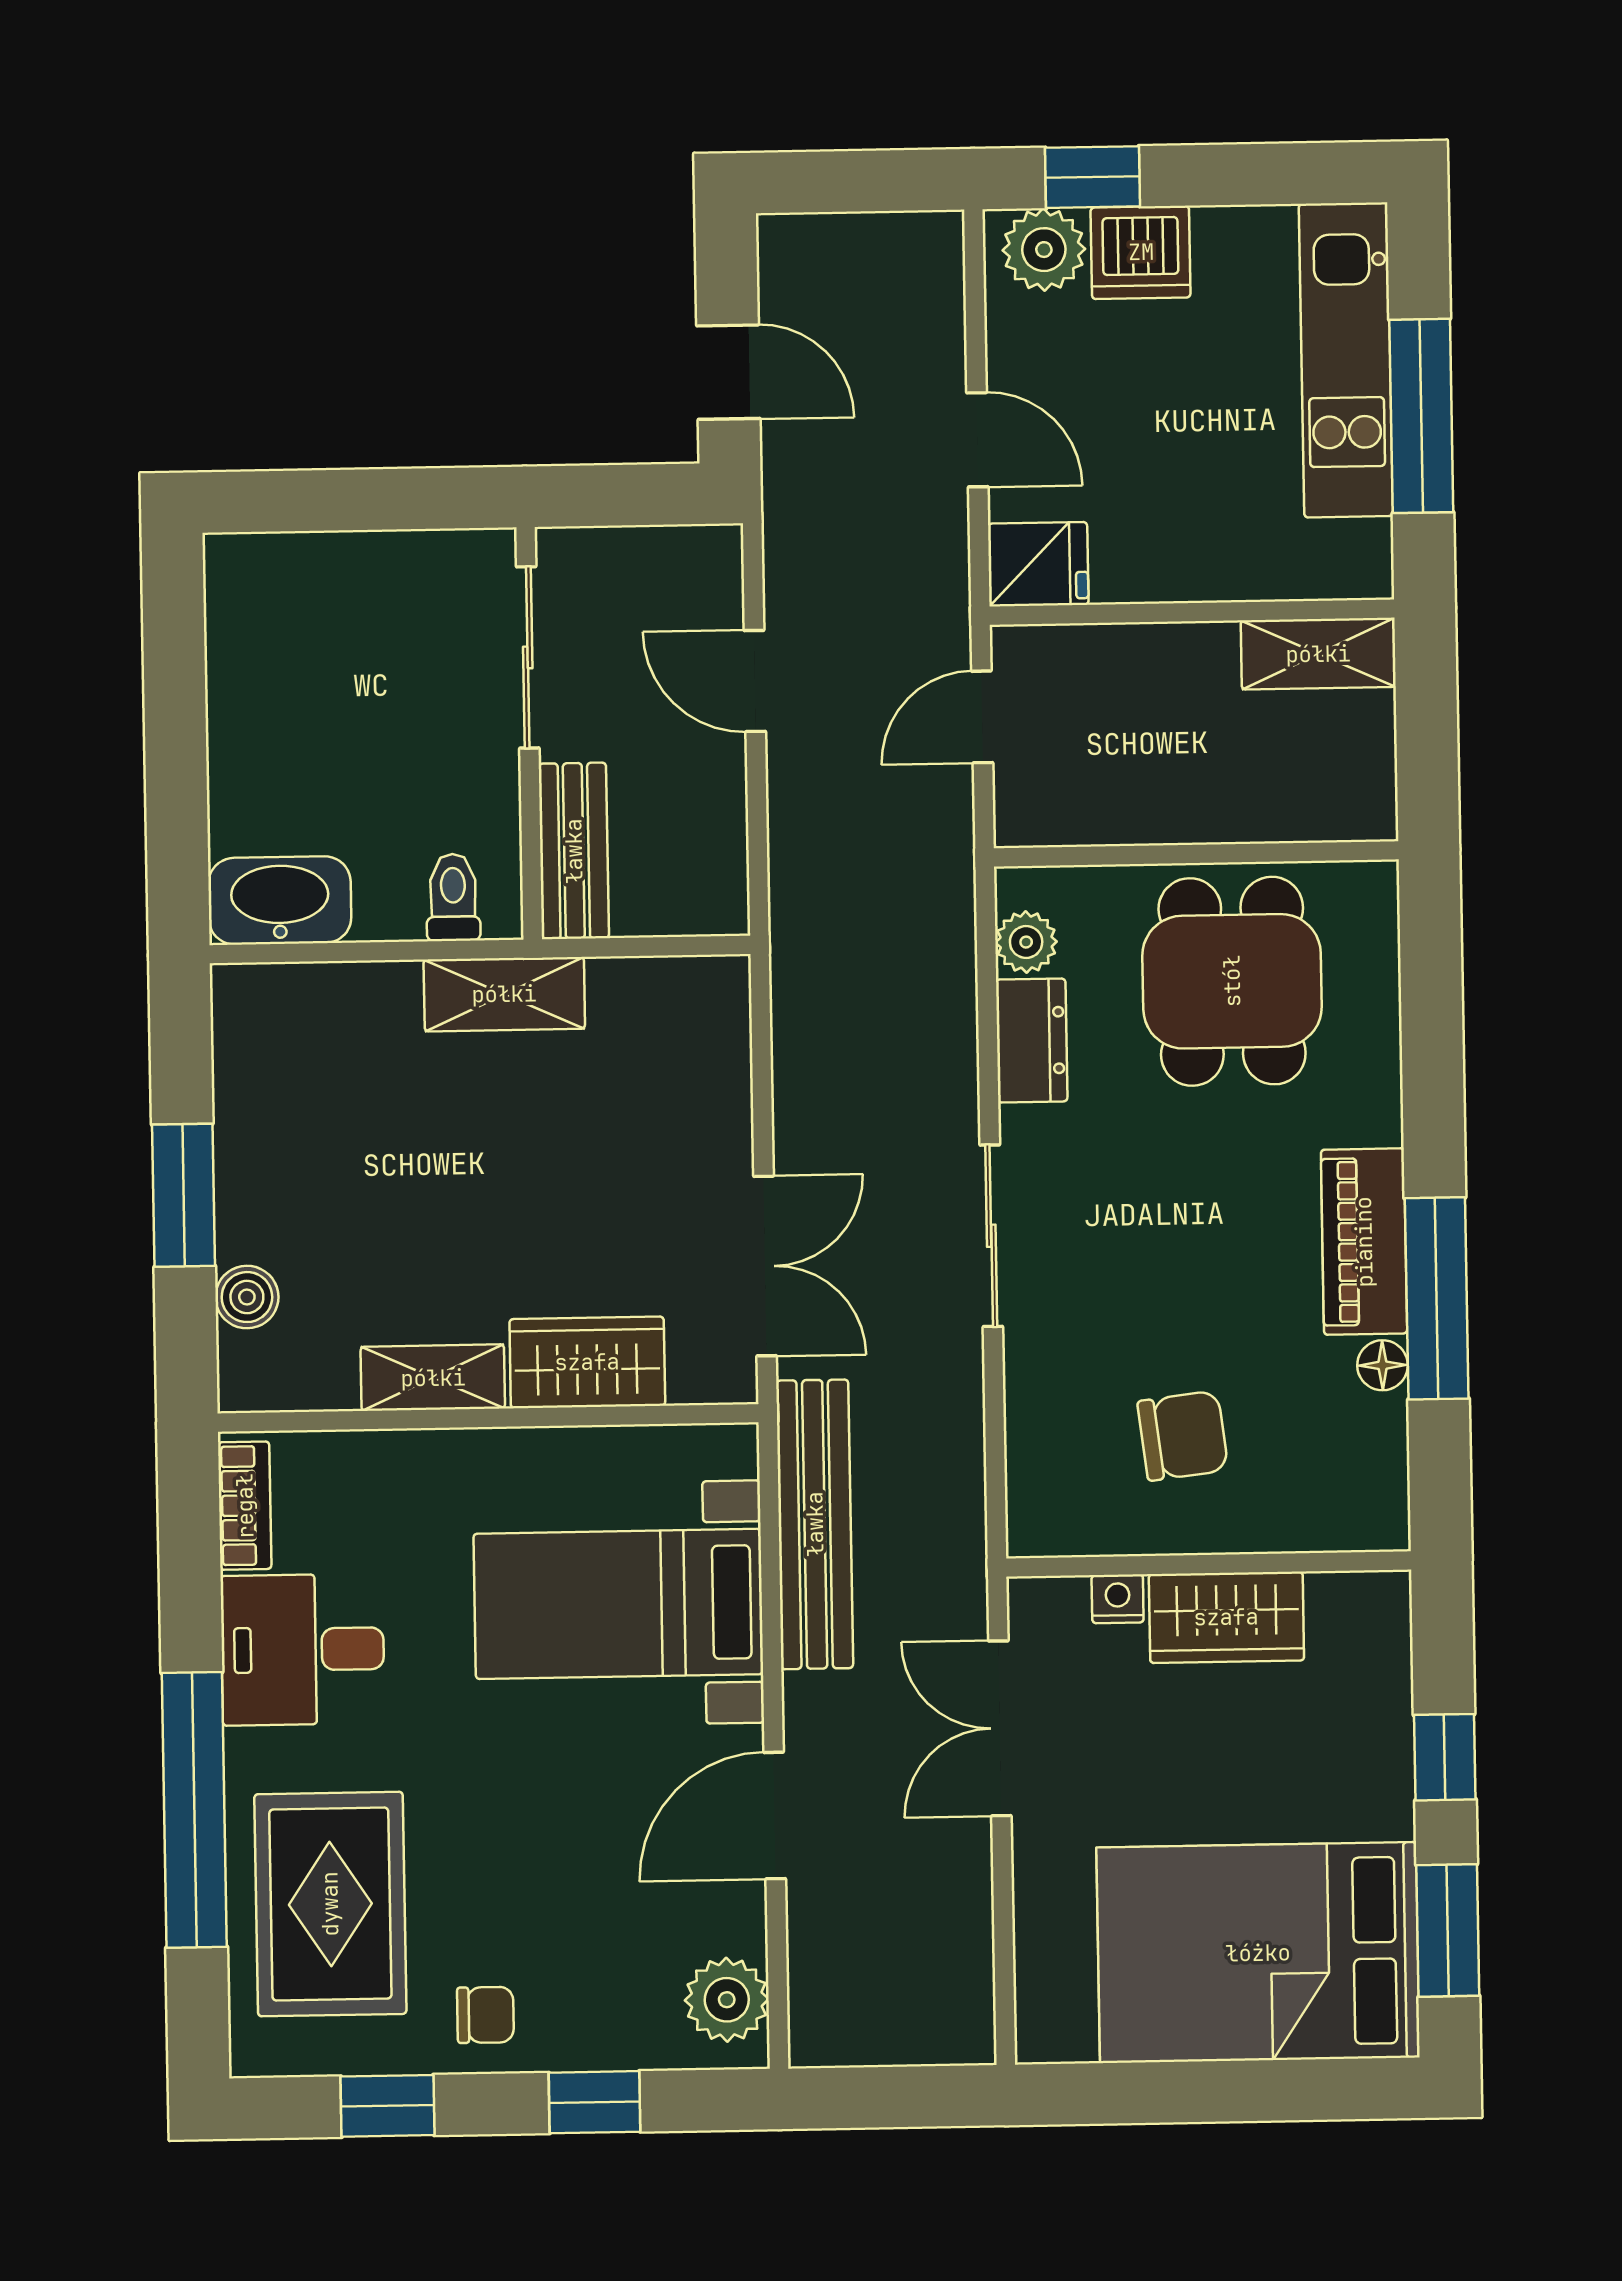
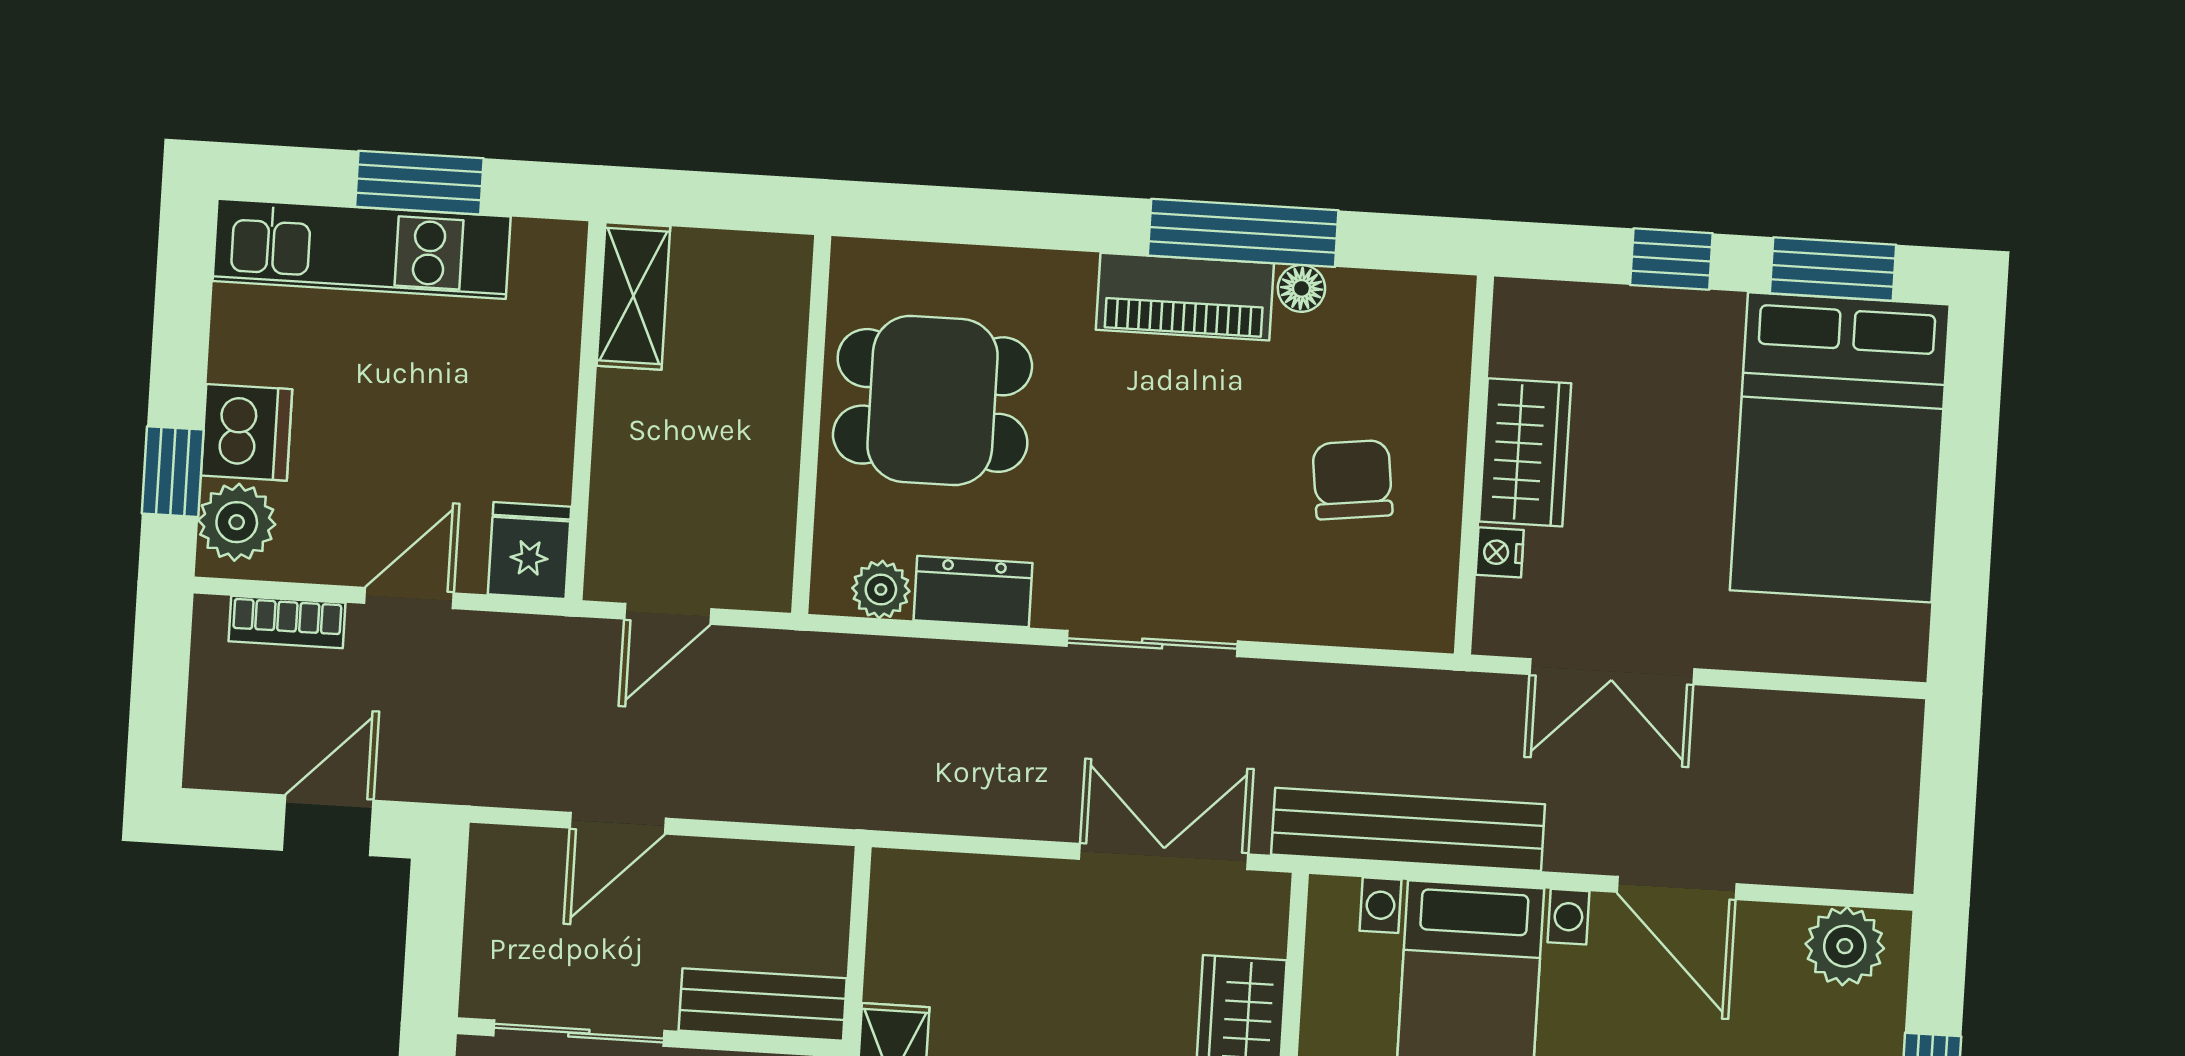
bookcase: (942, 312) -> (287, 622), added
window: (1421, 416) -> (419, 183), width x0.69
door: (982, 717) -> (668, 614), hinge flipped

